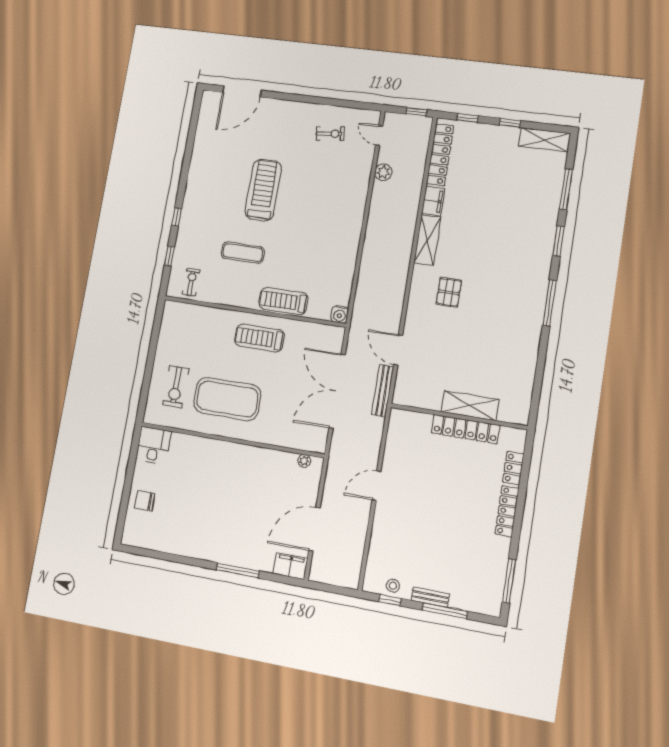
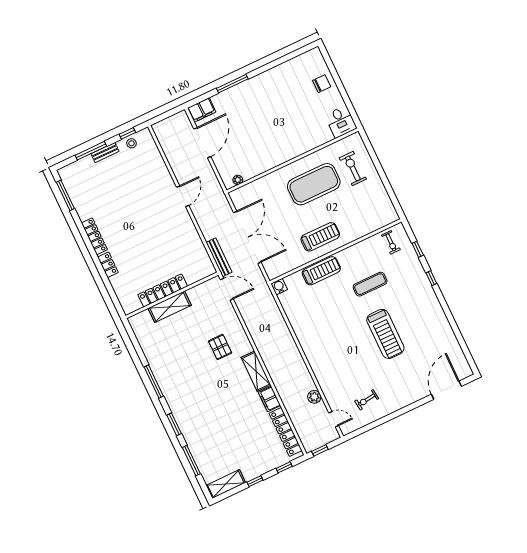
shelving: (470, 406) -> (170, 307), moved
wall: (459, 417) -> (172, 295), moved
locker: (465, 429) -> (163, 290), moved

